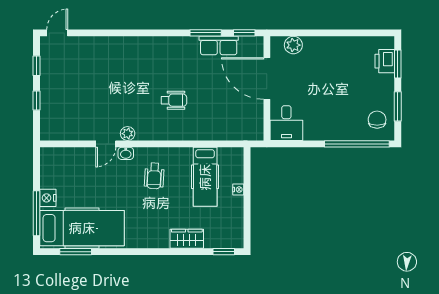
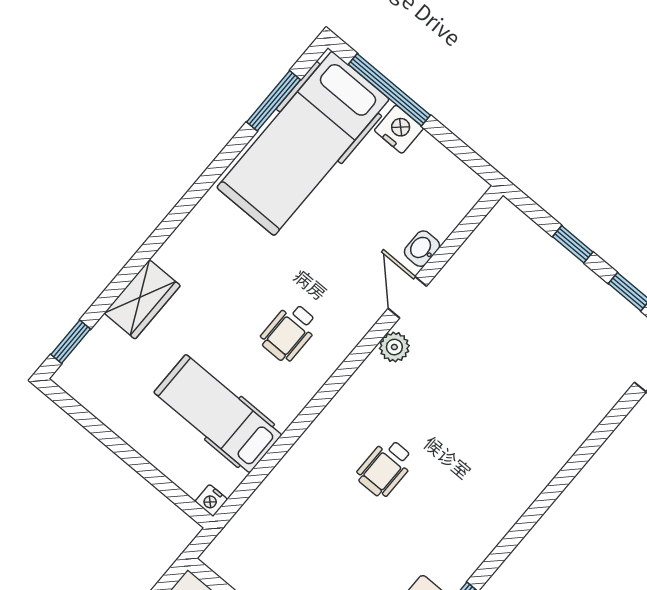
washbasin: (126, 153) -> (422, 249), moved
wheelchair: (154, 176) -> (289, 332), turned -93
nightstand: (238, 190) -> (211, 500), moved

